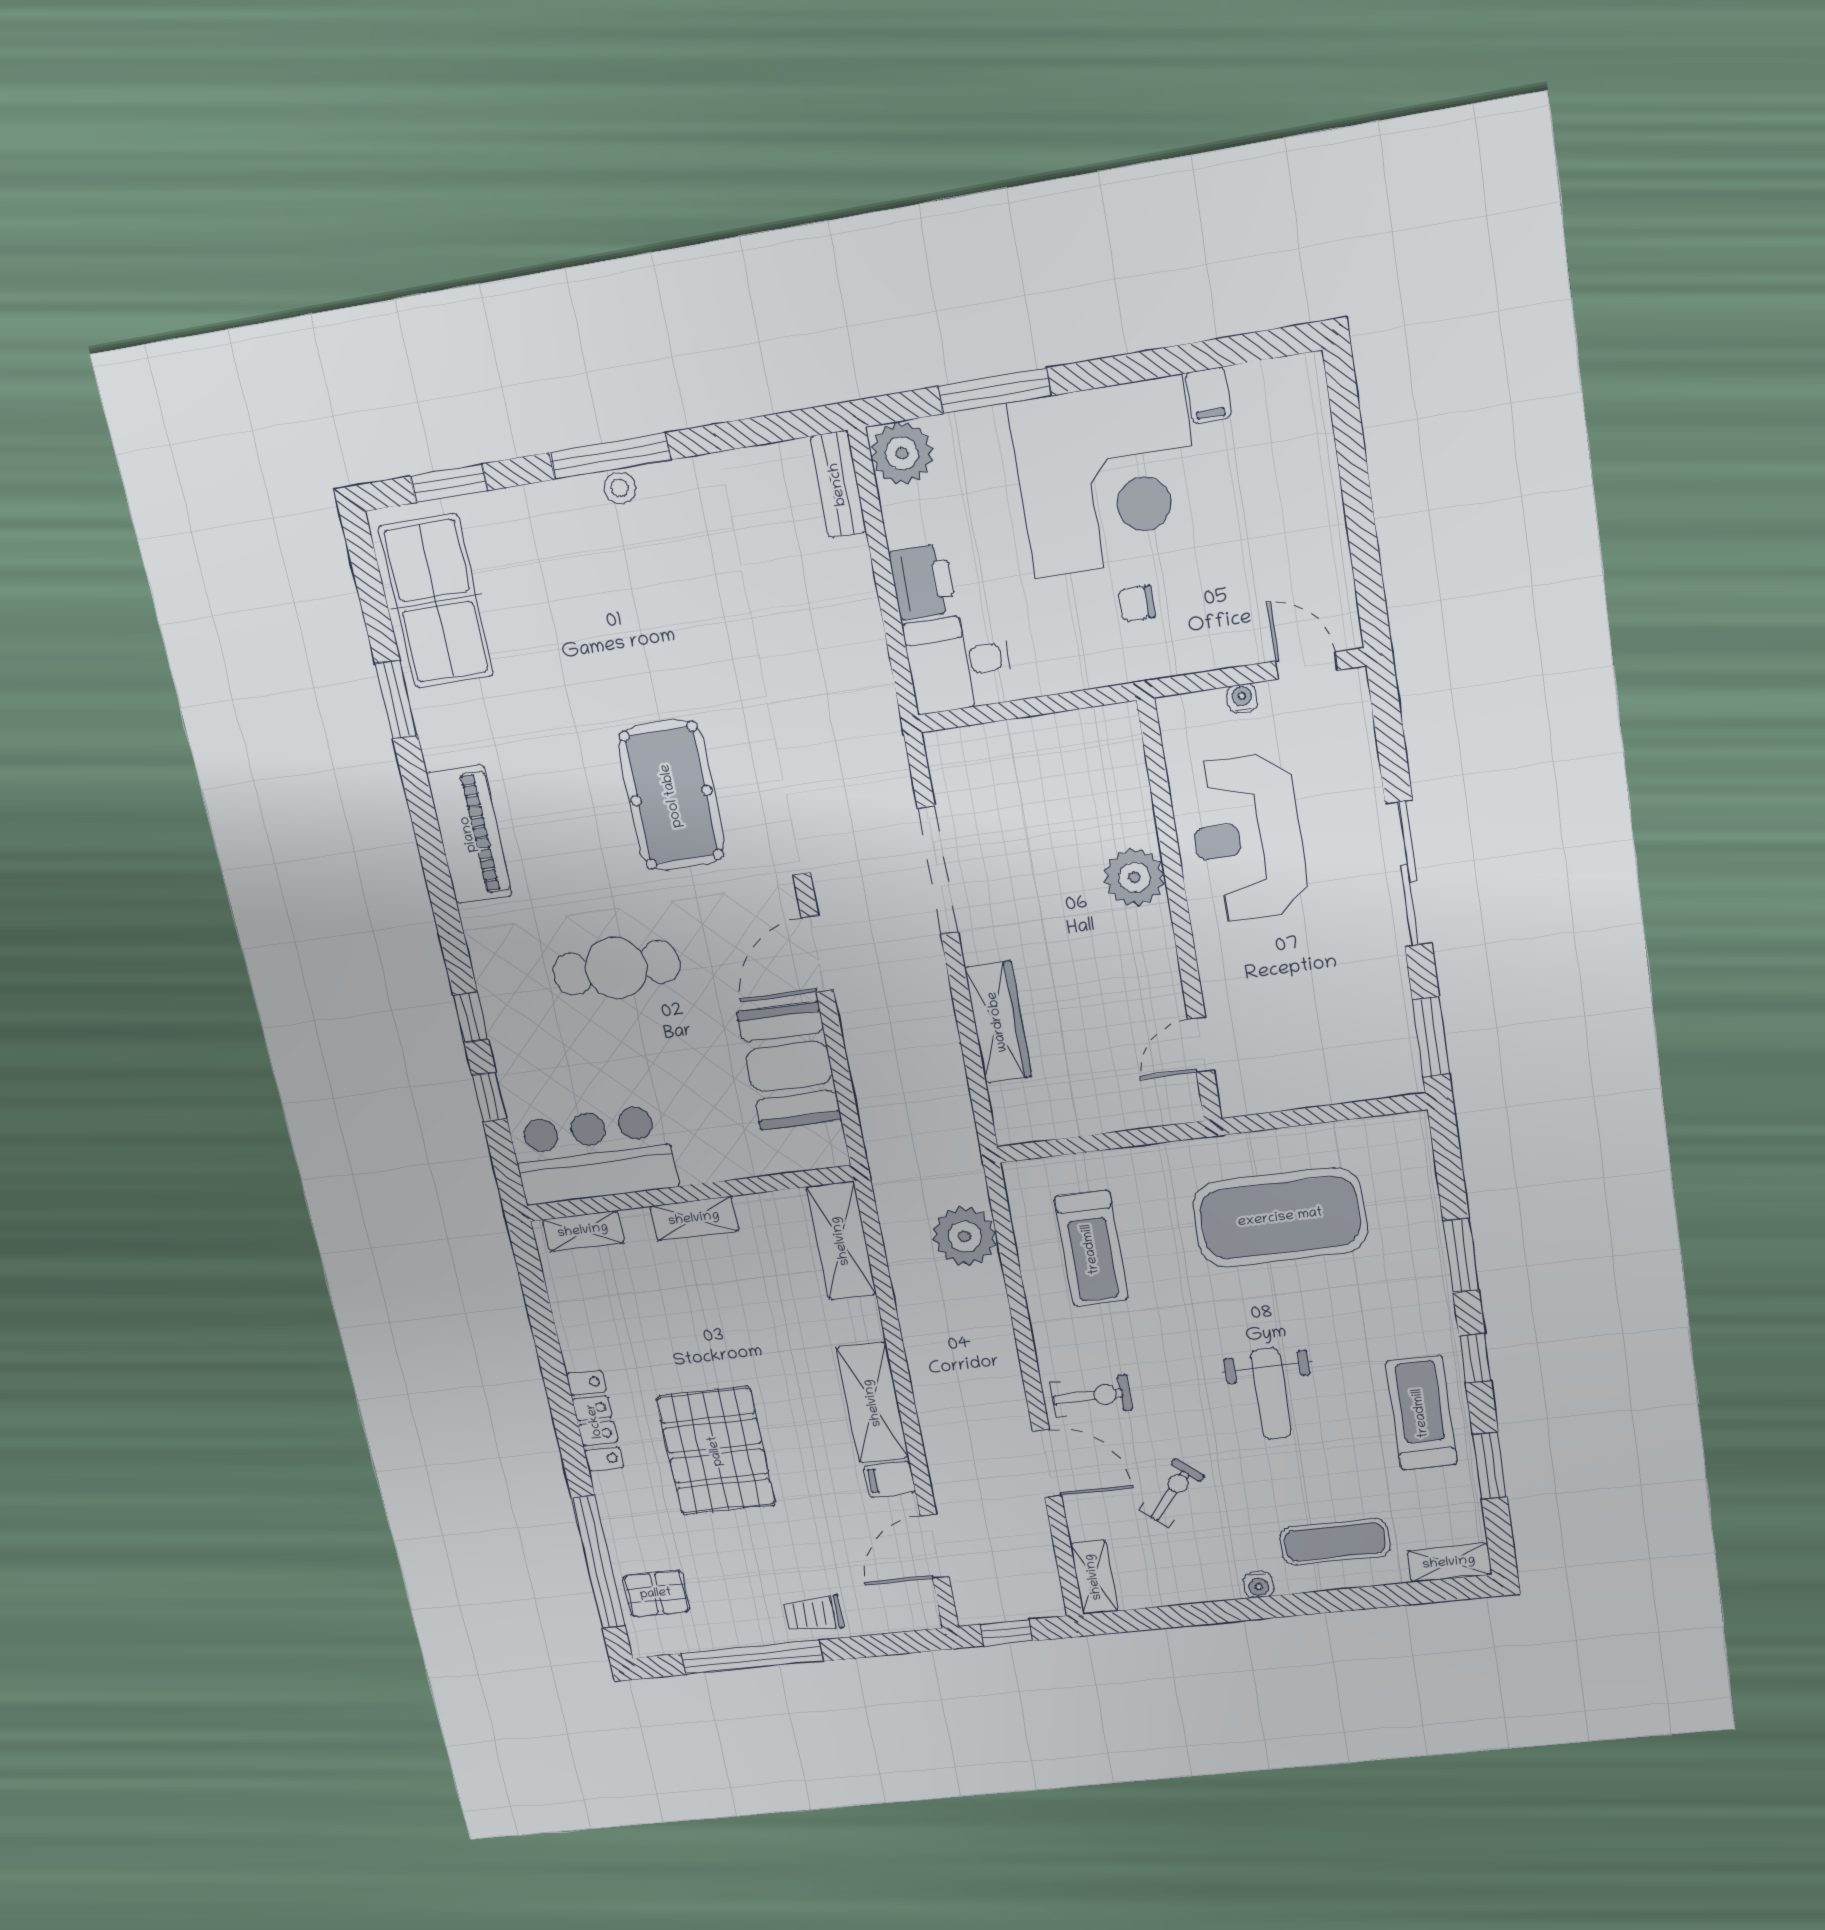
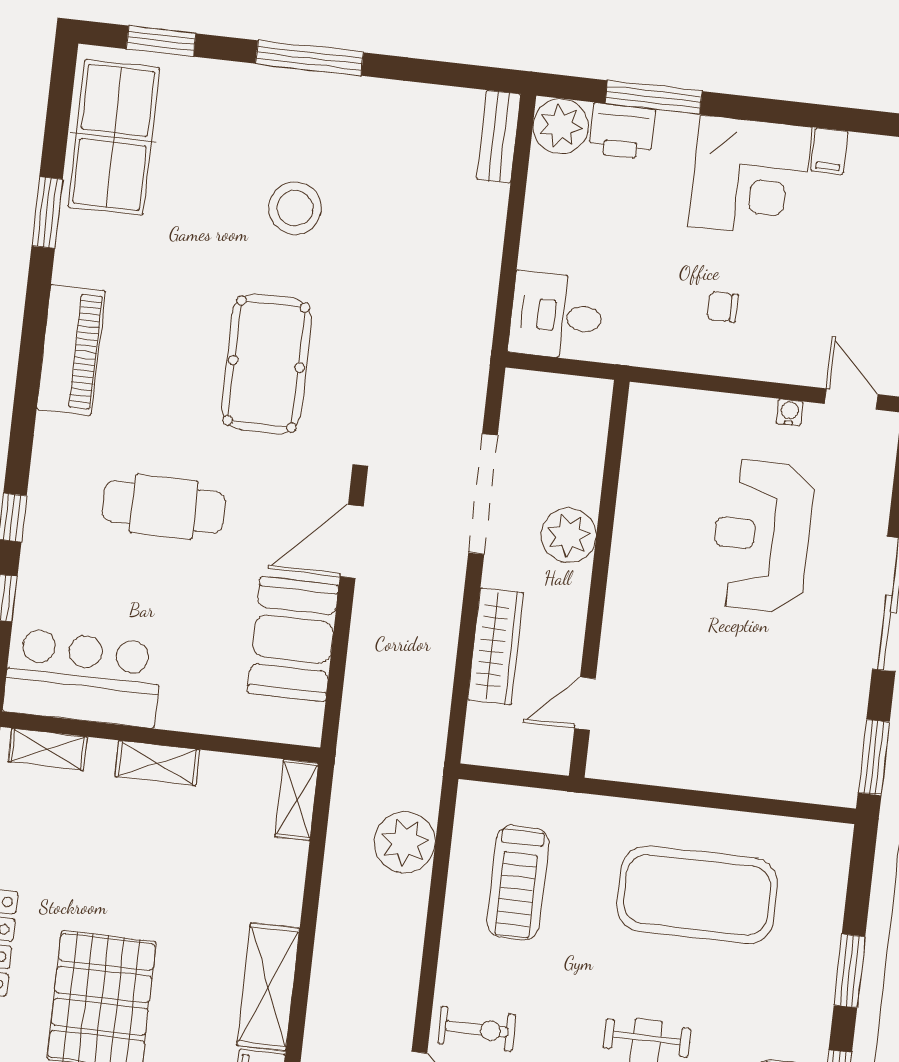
corner desk: (1108, 477) -> (750, 177), width x0.74, depth x0.74
stool: (620, 488) -> (295, 208), moved, width x1.89, depth x1.89
printer: (923, 582) -> (622, 131), moved, turned 90
plant: (1134, 877) -> (569, 535), moved
wall: (1180, 914) -> (599, 579), moved
door: (1201, 1045) -> (585, 703), moved
shelving: (841, 1241) -> (297, 800), width x0.67, depth x0.75

